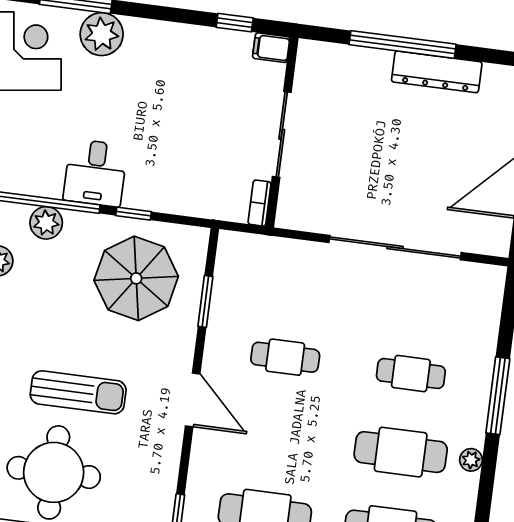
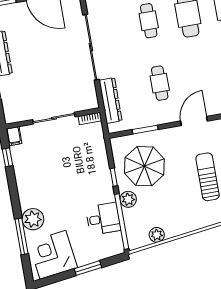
desk: (95, 173) -> (103, 219), moved
plant: (46, 223) -> (128, 199), moved
dresser: (282, 253) -> (110, 101), added

